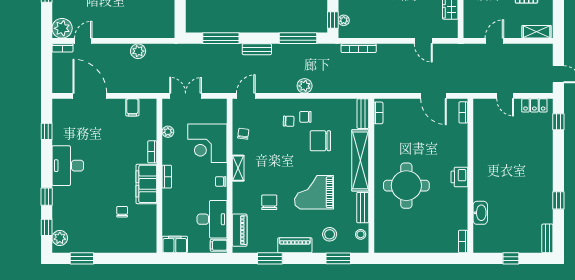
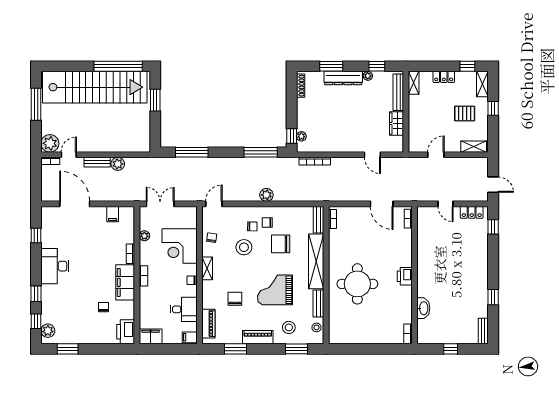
bench: (257, 49) -> (97, 162), moved
stool: (279, 145) -> (244, 247), added
desk: (212, 219) -> (184, 309), width x0.73
printer: (147, 239) -> (126, 332), added

